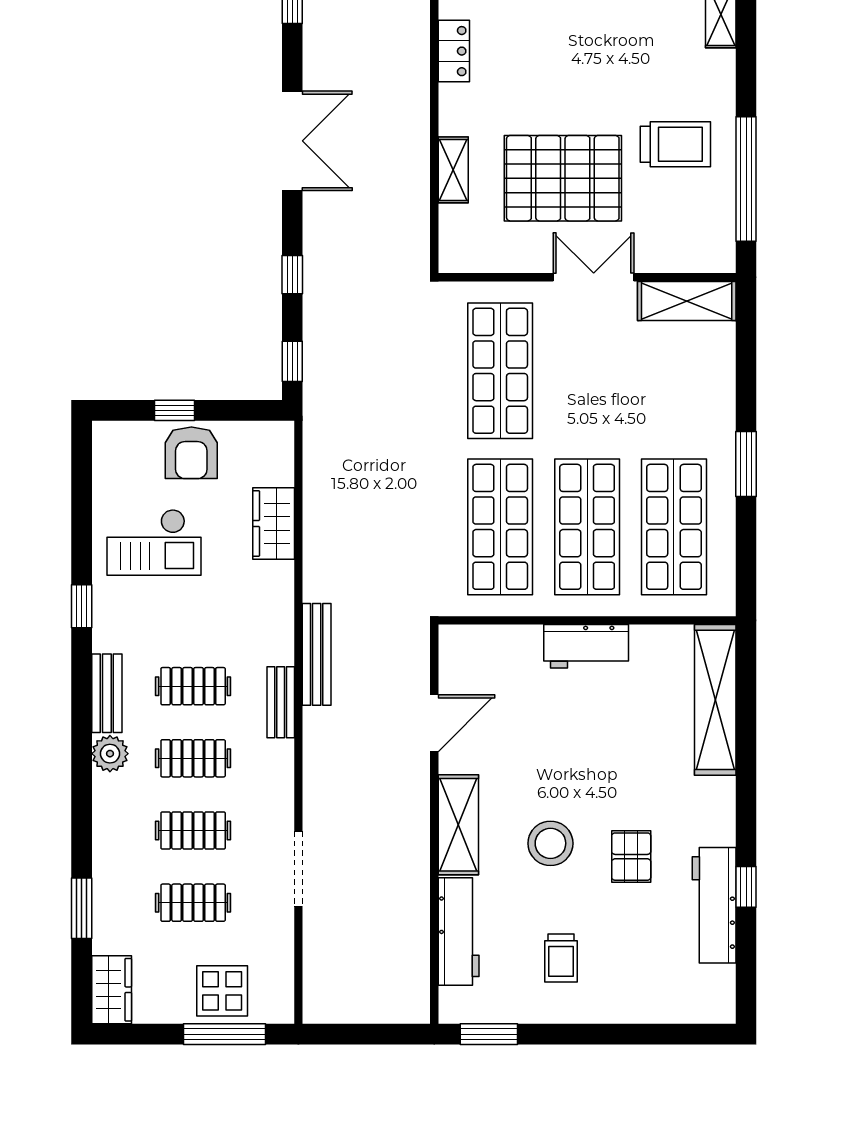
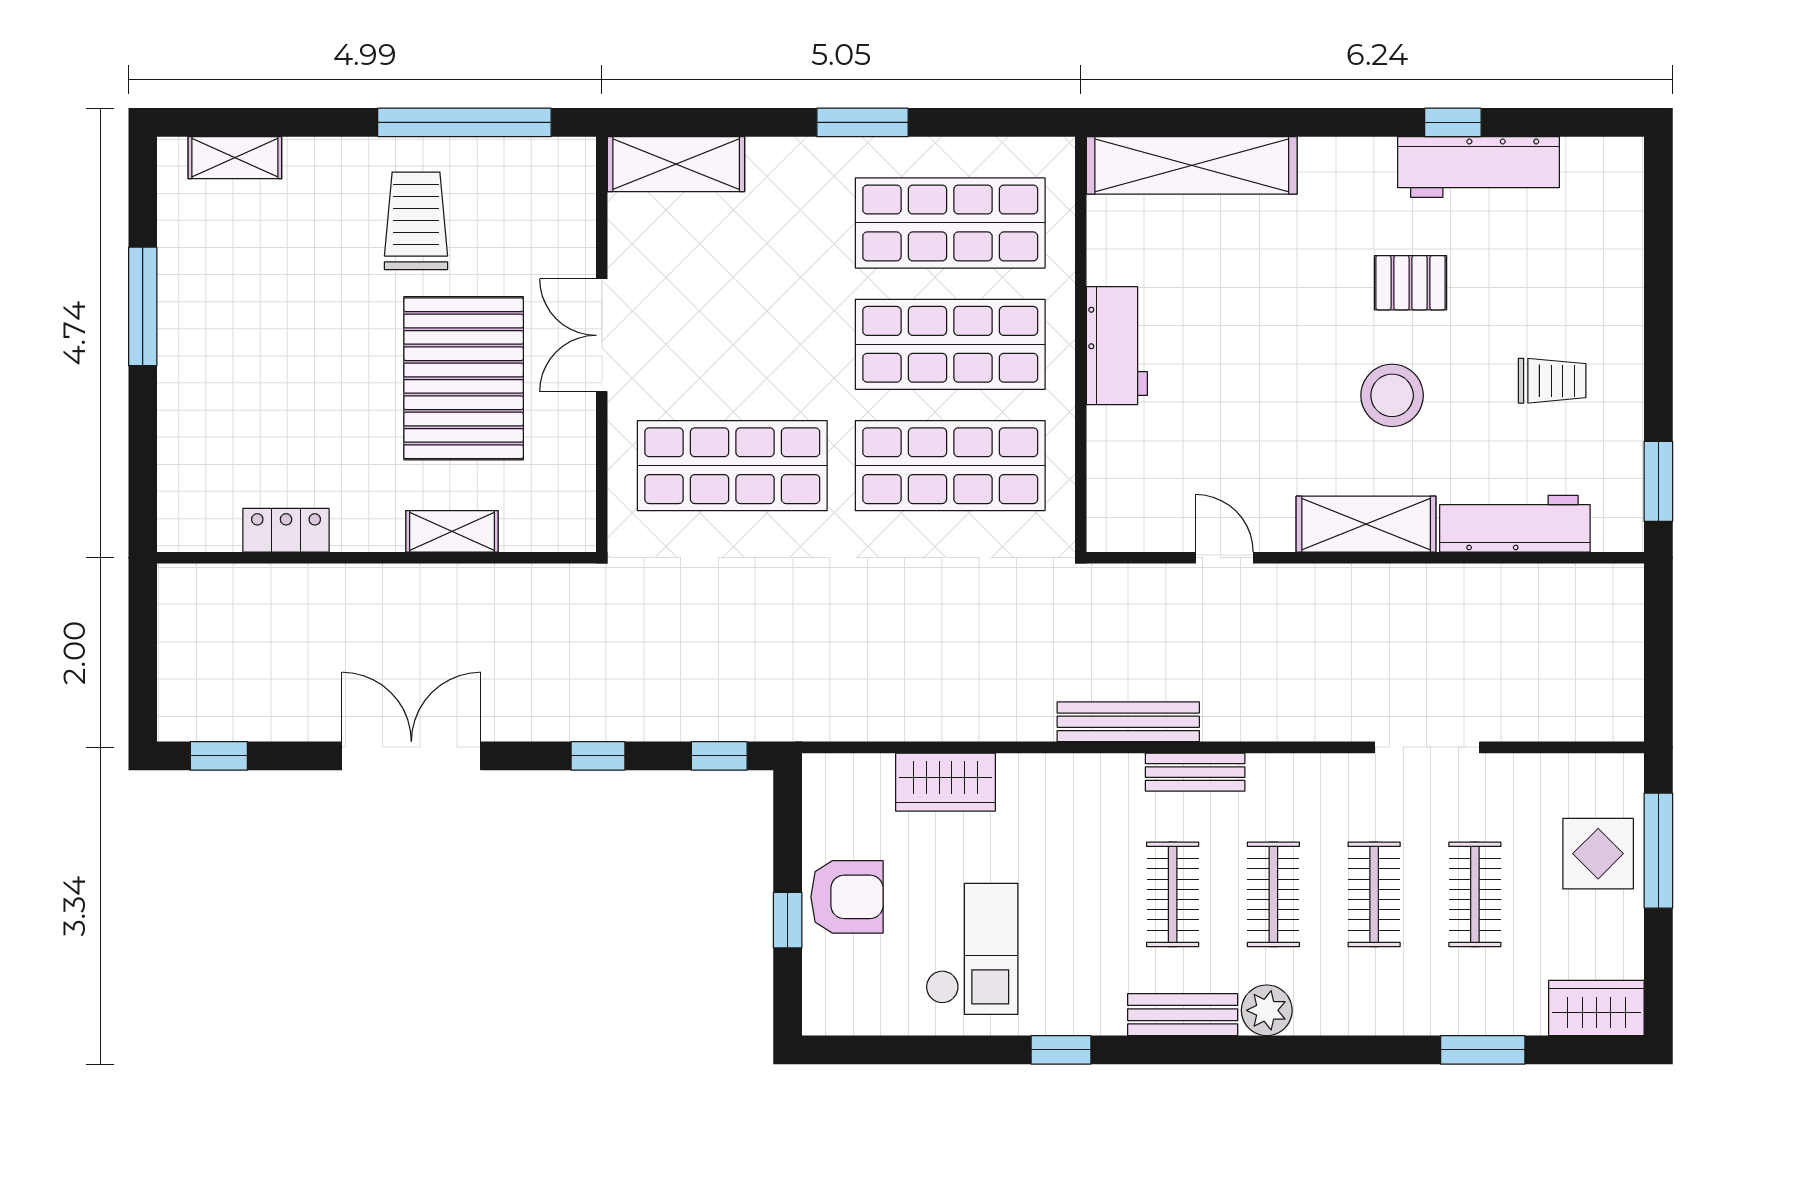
shelving: (687, 301) -> (676, 164), moved, turned 90
door: (434, 723) -> (1224, 558), width x0.73

